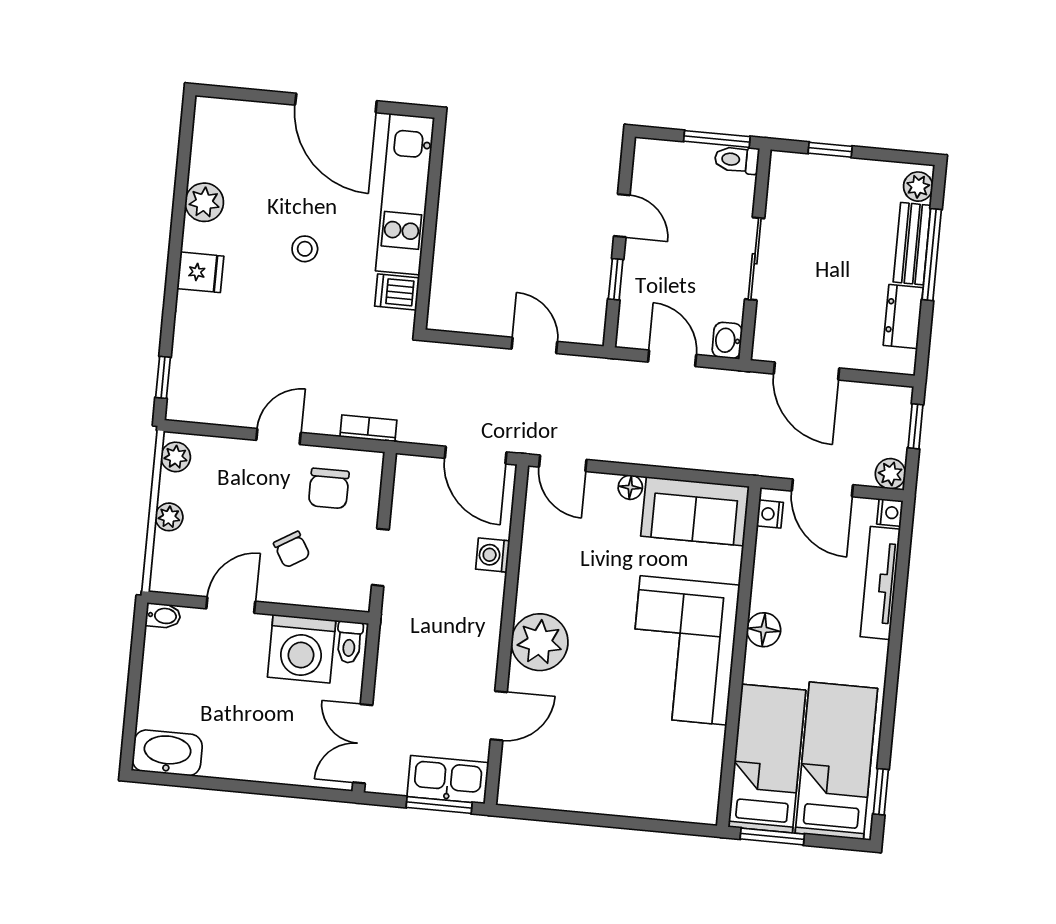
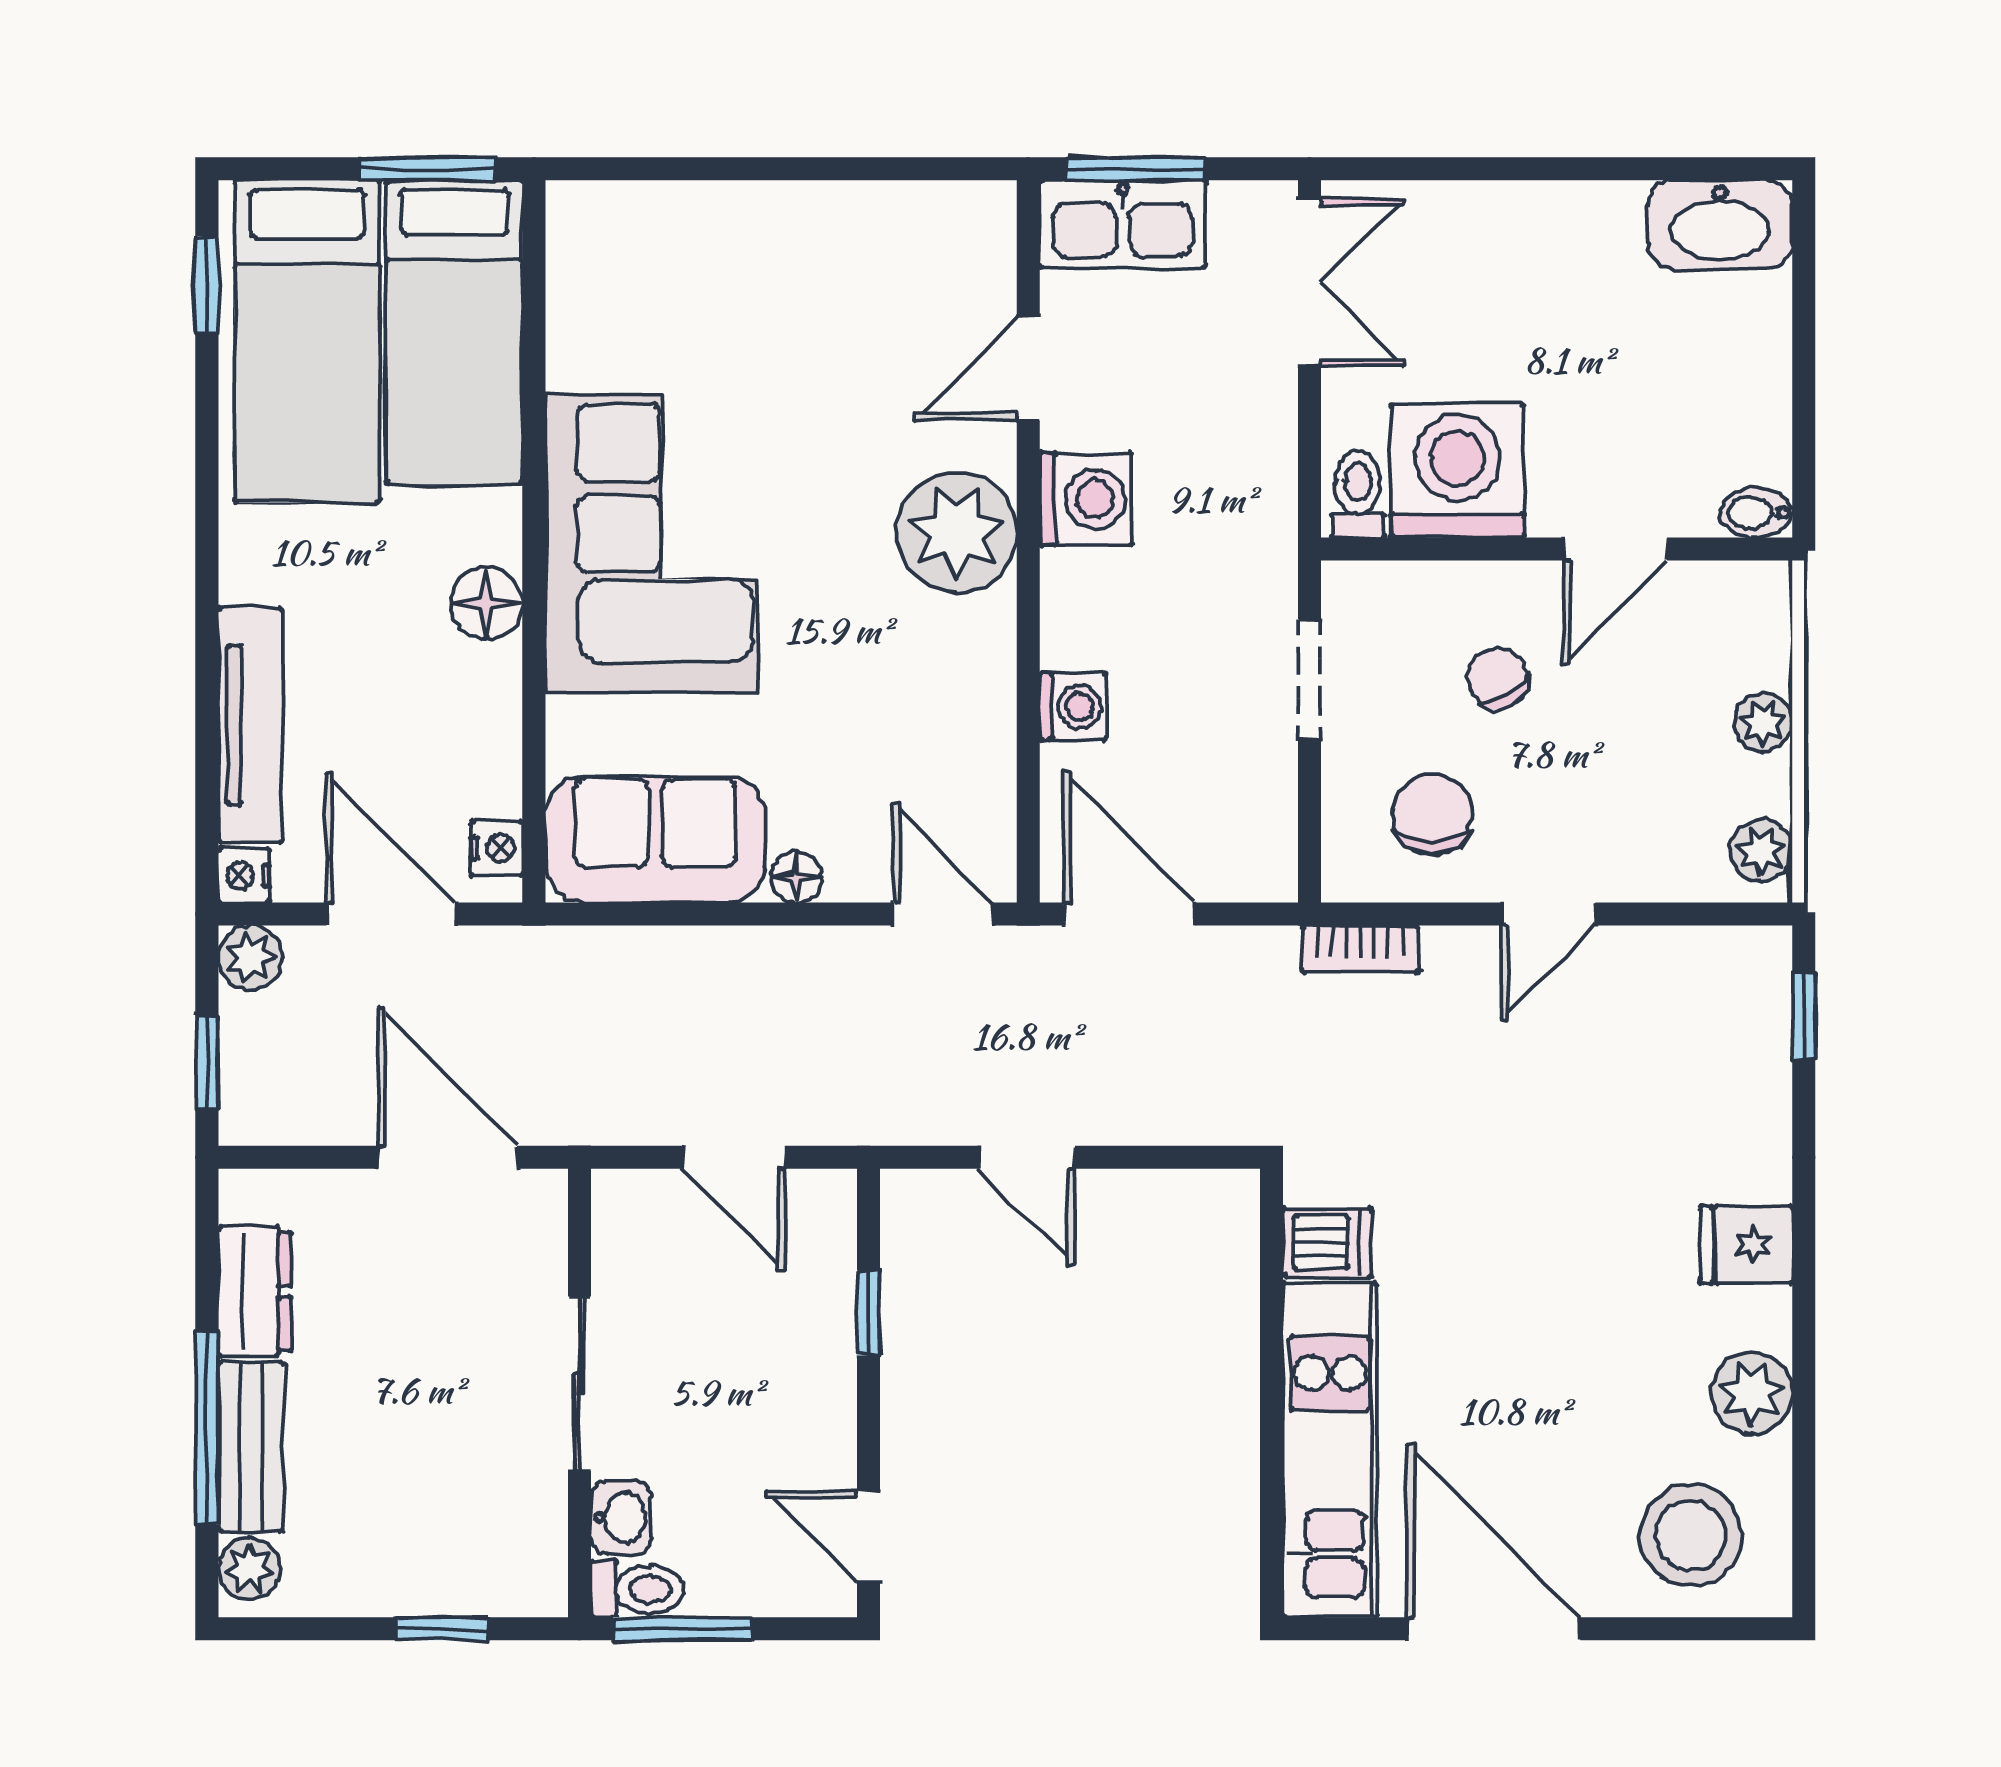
door: (622, 216) -> (868, 1536), moved
stool: (305, 249) -> (1691, 1535), moved, width x1.89, depth x1.89
washbasin: (727, 340) -> (621, 1517), moved
washing machine: (477, 652) -> (1086, 499), added

